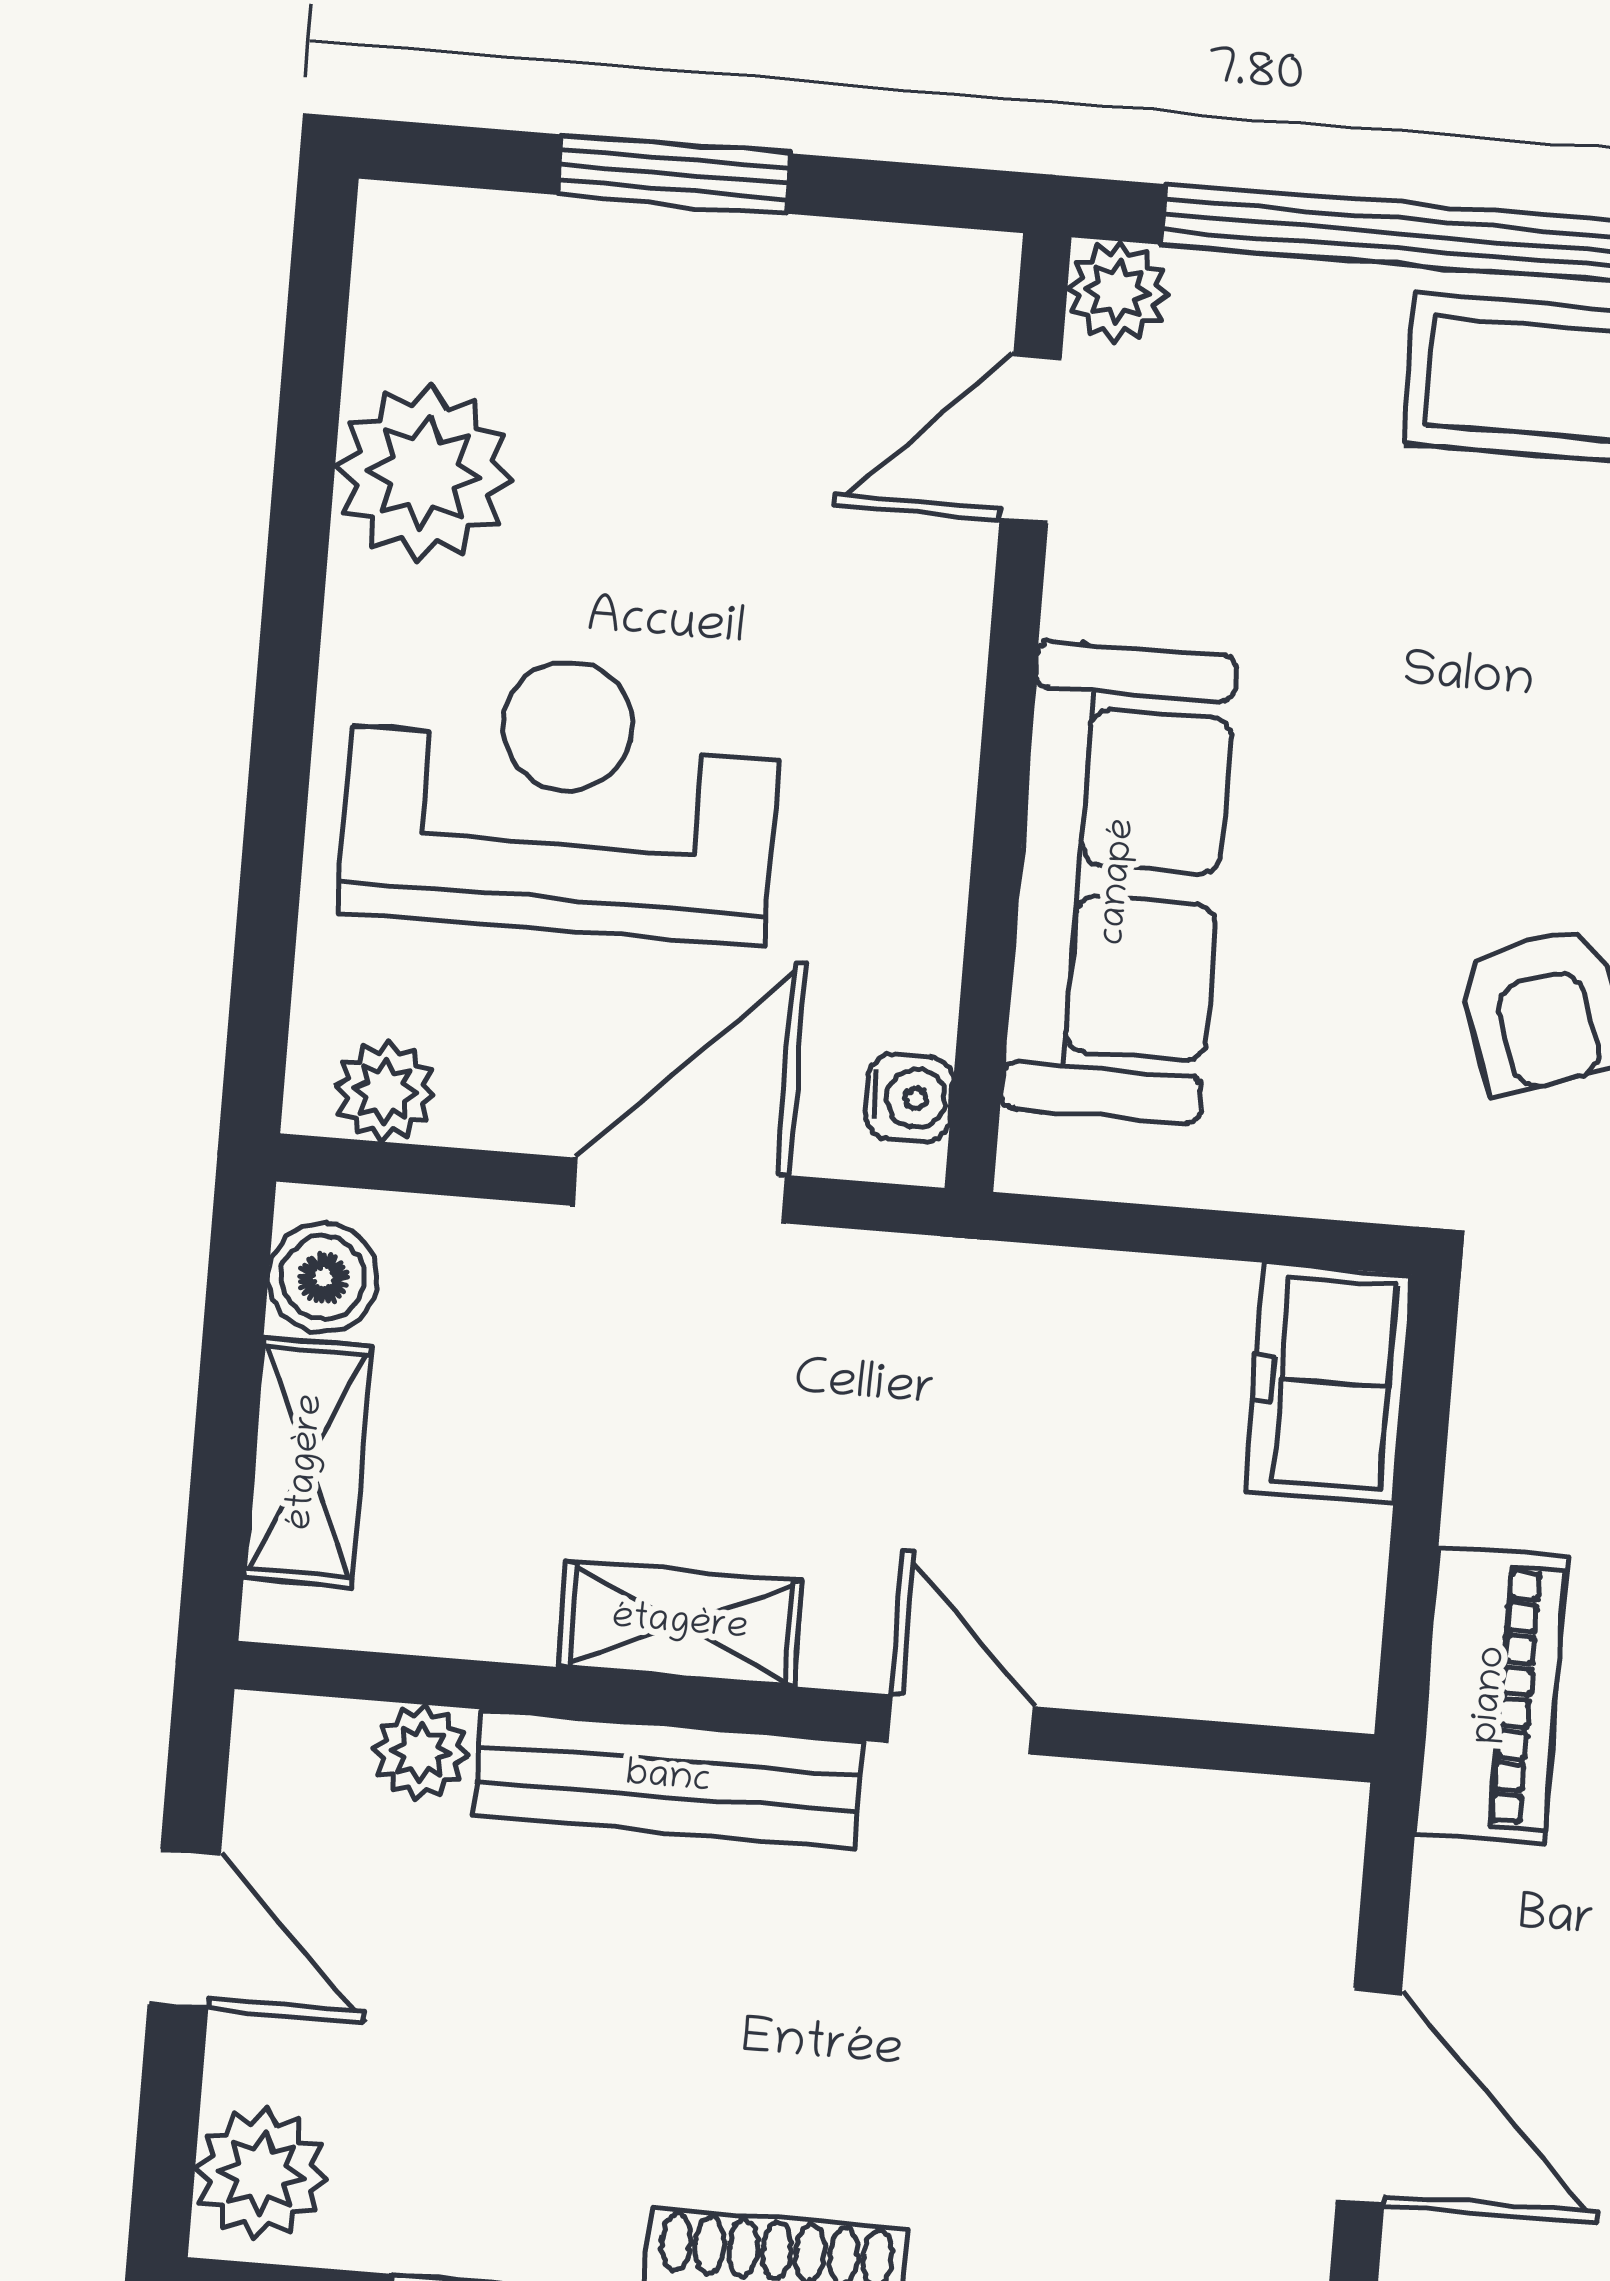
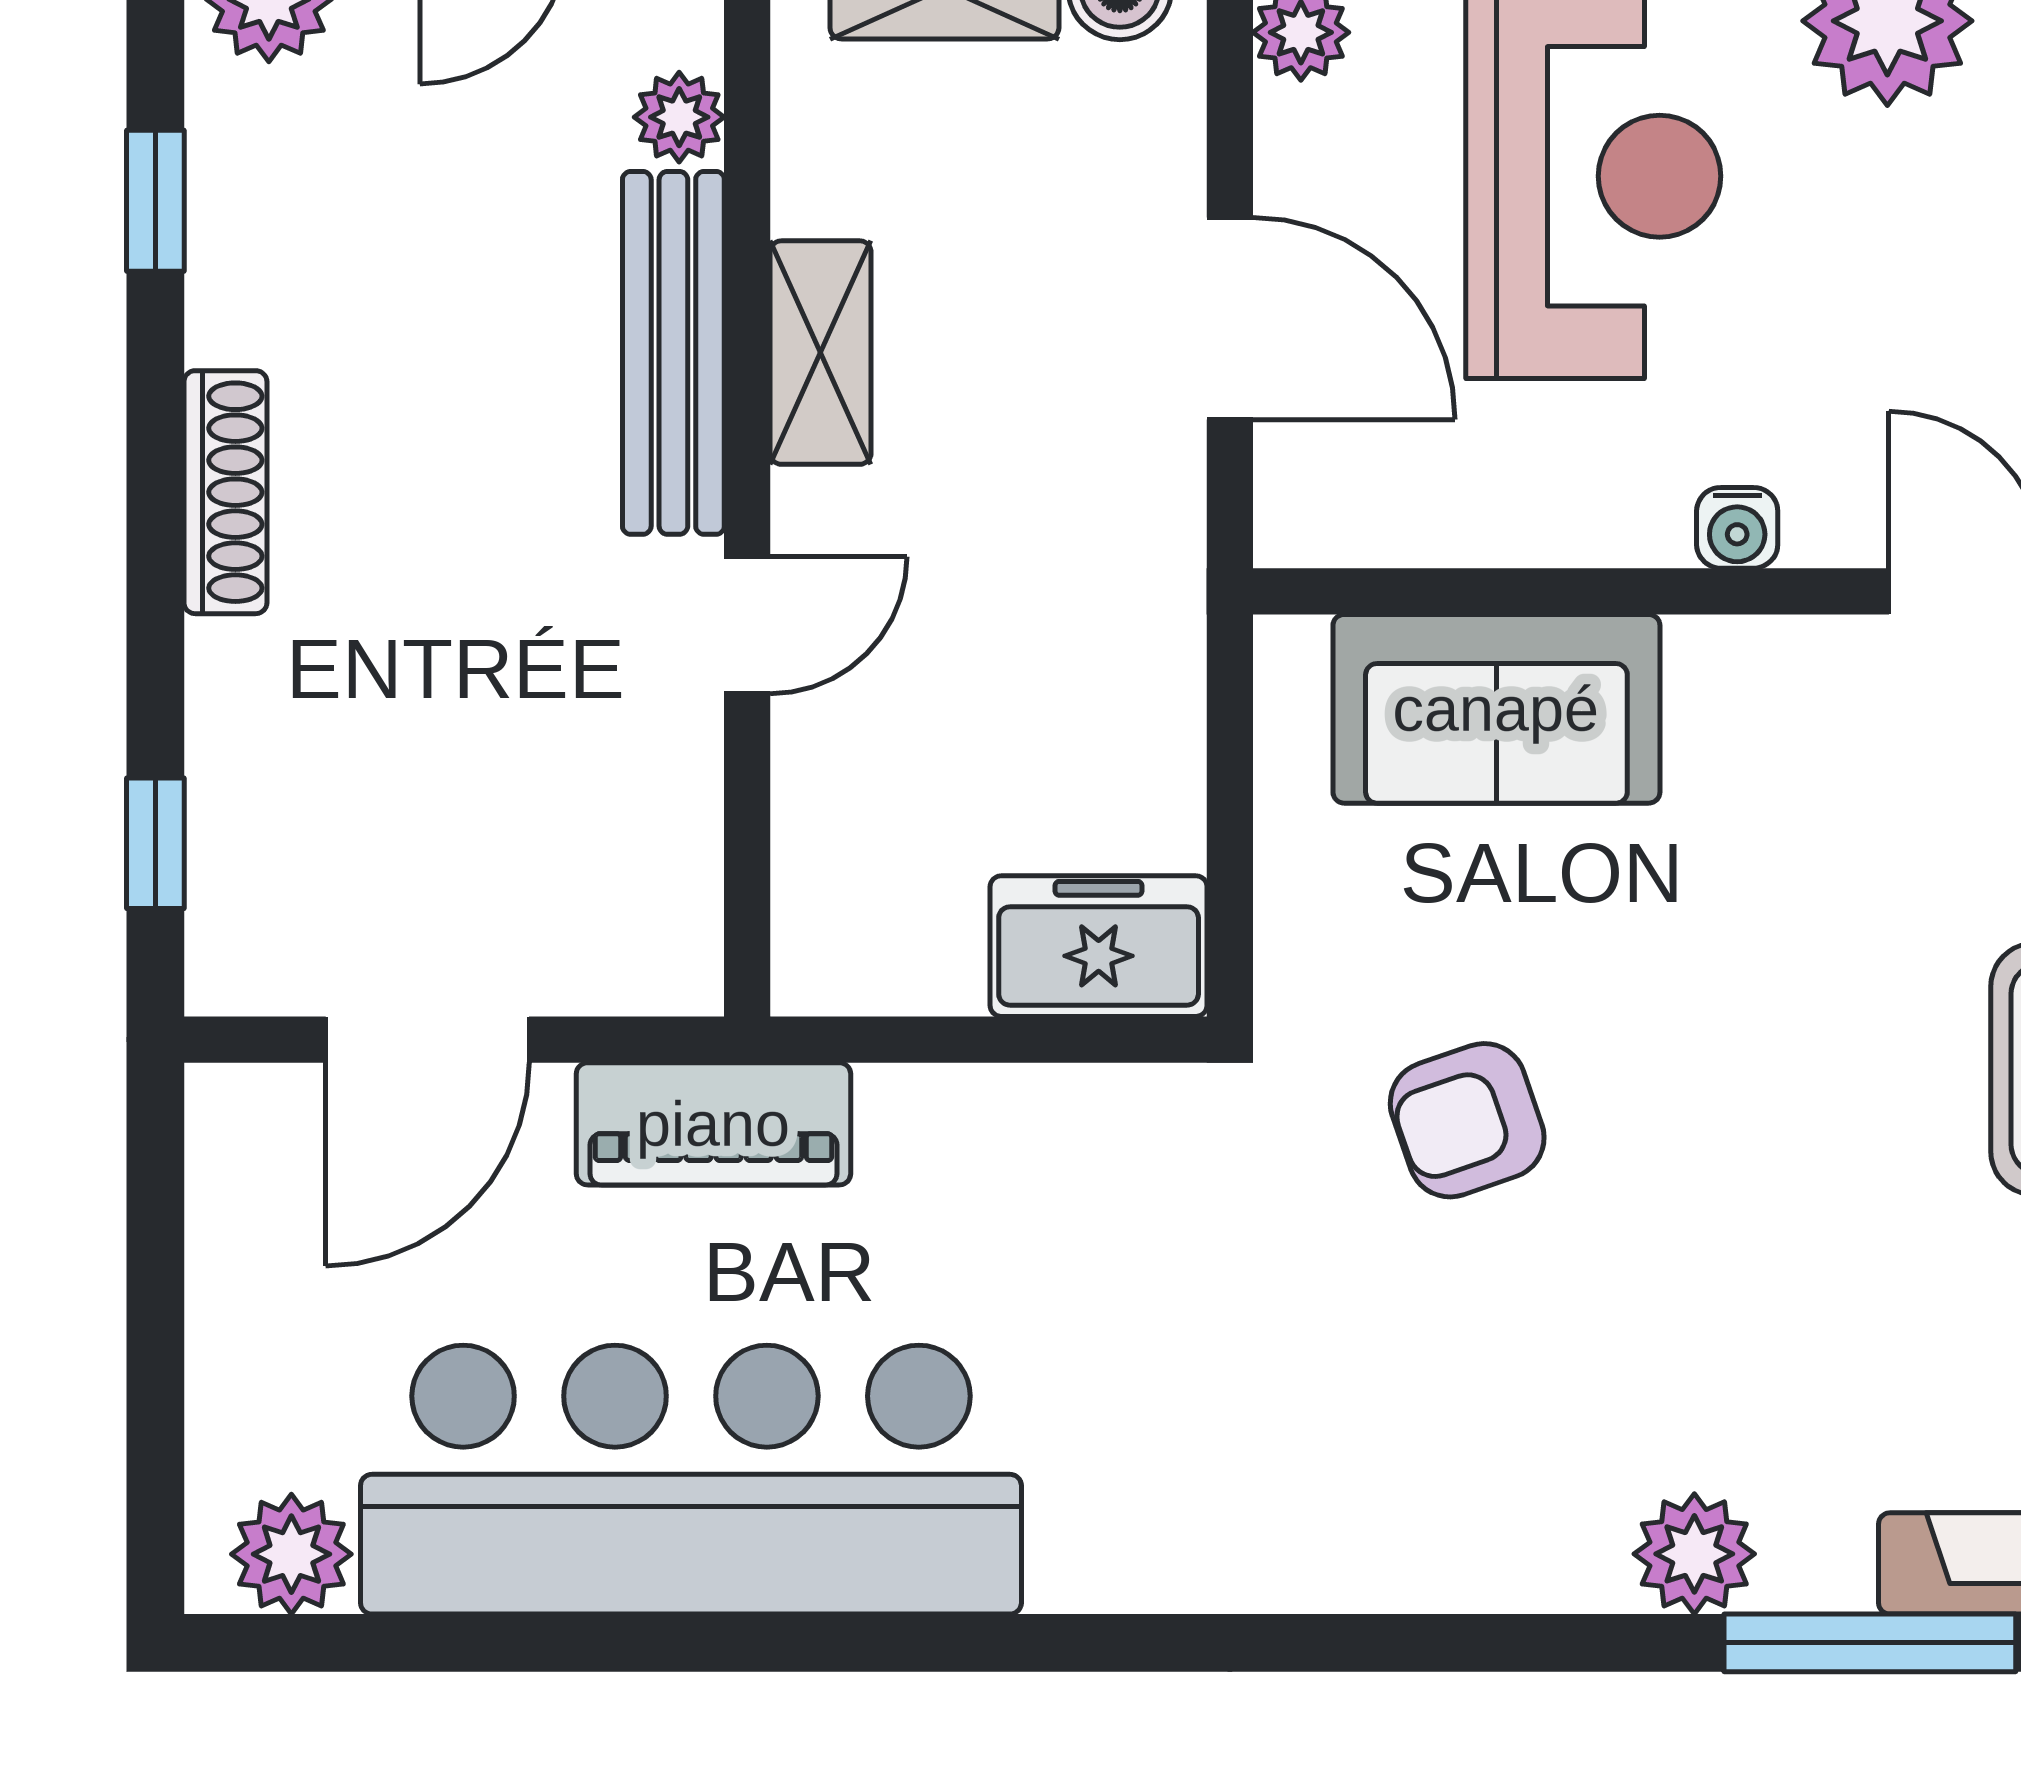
sofa: (1119, 882) -> (1496, 709), width x0.73
water cooler: (909, 1098) -> (1737, 528), moved
piano: (1491, 1695) -> (713, 1124), moved

